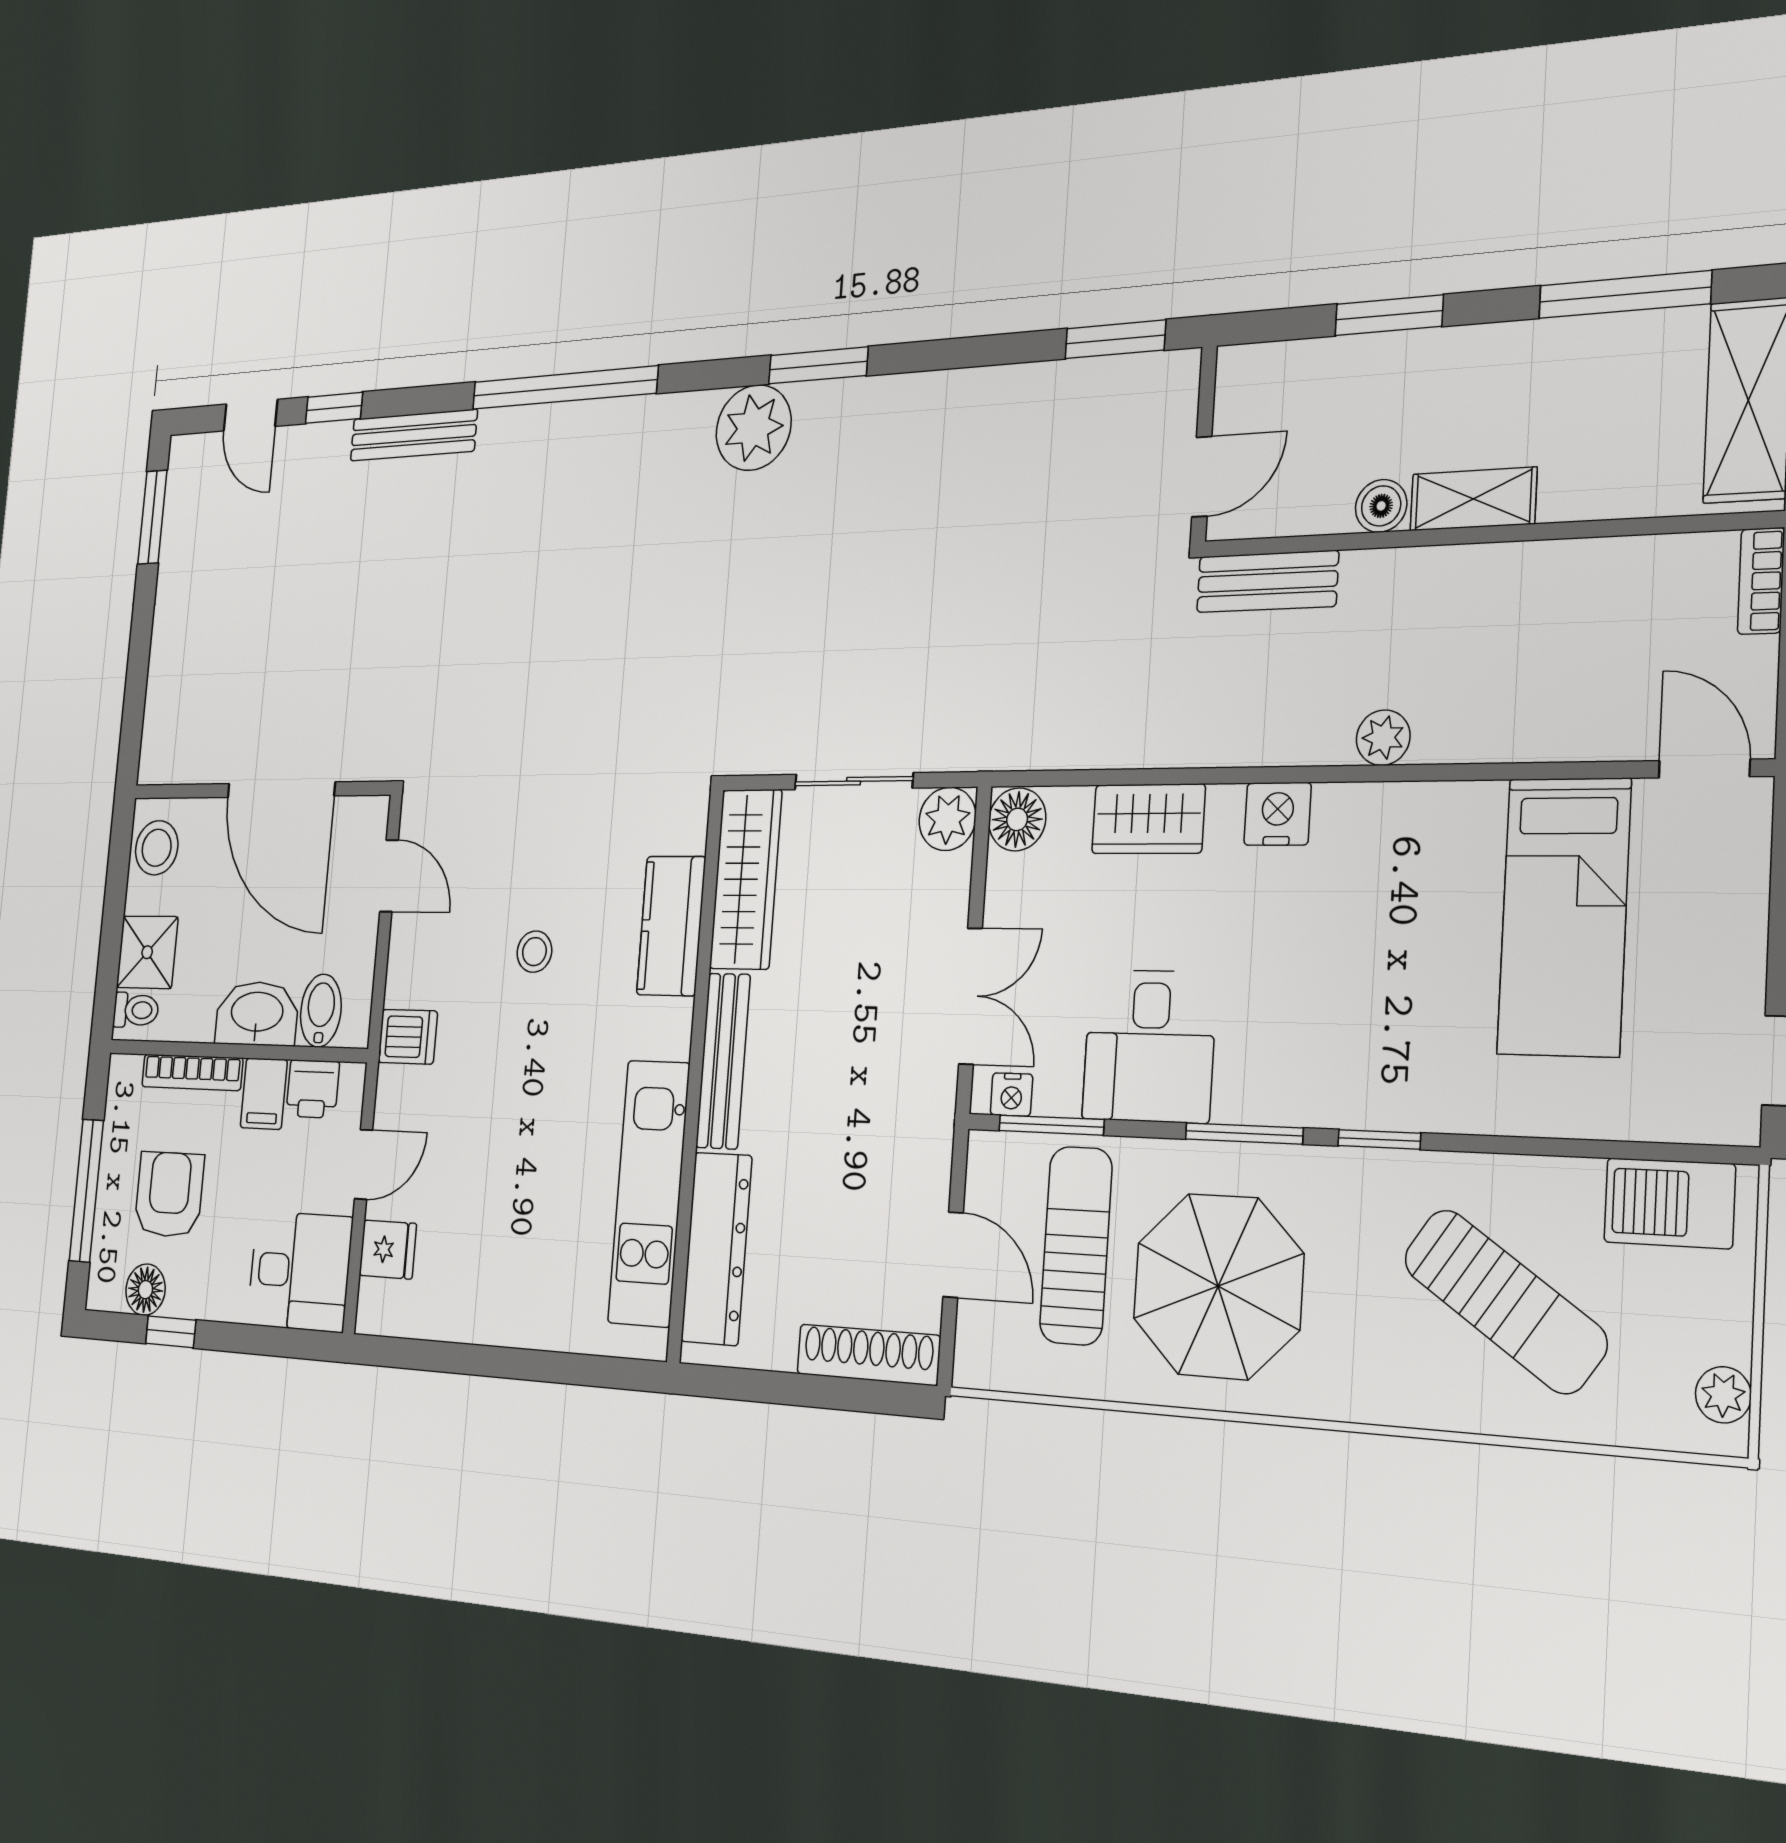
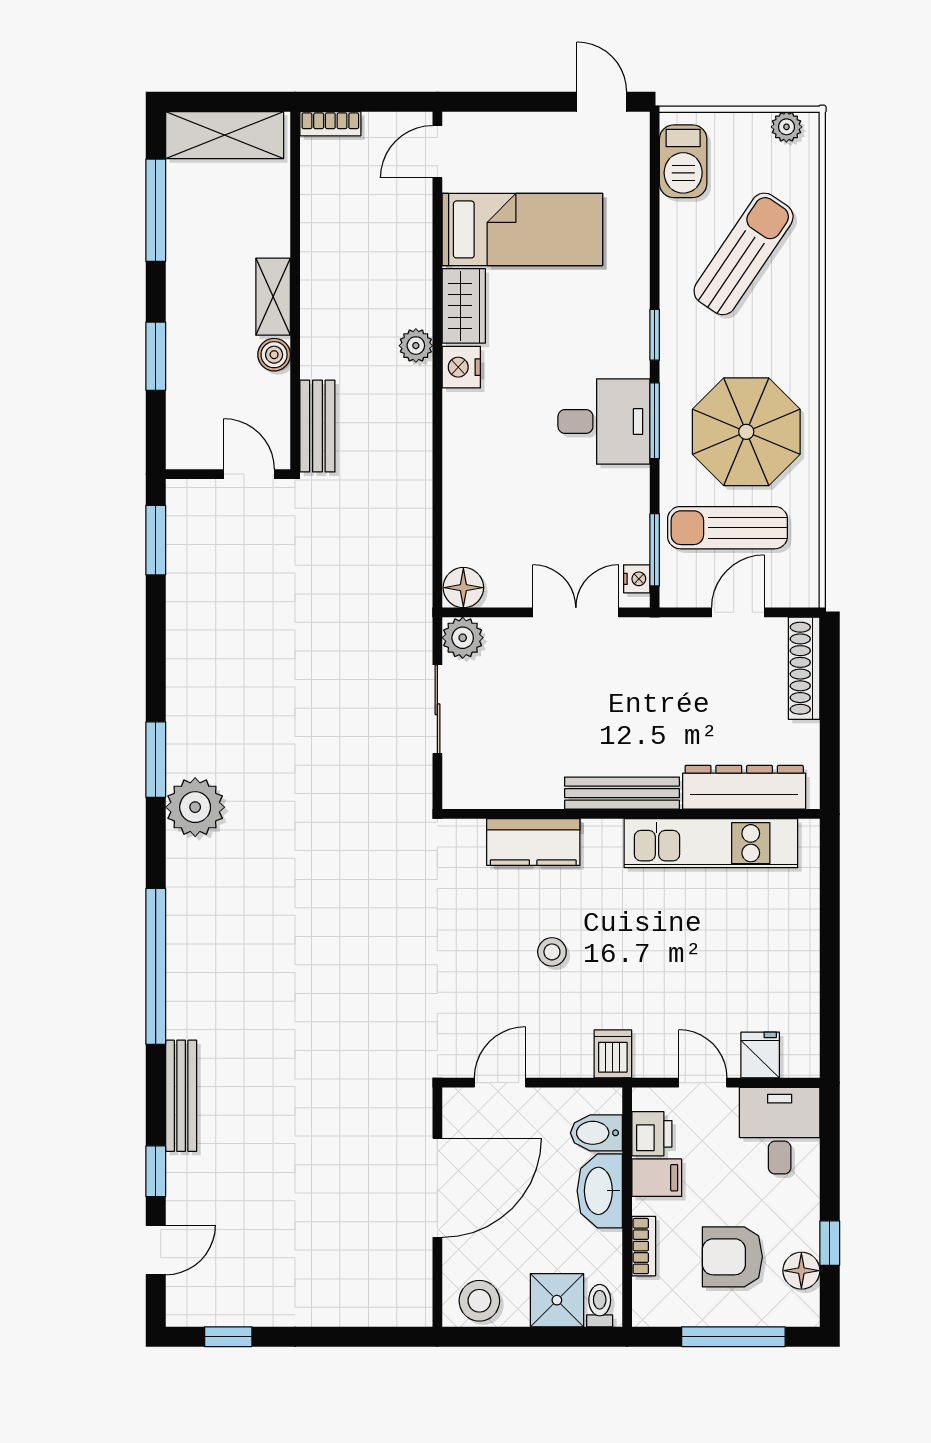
window: (152, 517) -> (228, 1337), width x0.67
nightstand: (1278, 814) -> (461, 367), moved
wardrobe: (1148, 819) -> (464, 306), moved
wardrobe: (746, 879) -> (502, 786), removed
desk: (1149, 1046) -> (604, 421), moved
bookcase: (192, 1072) -> (644, 1246), width x0.64

